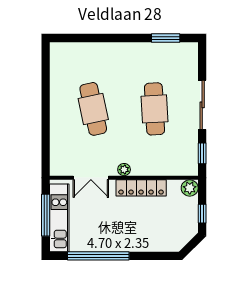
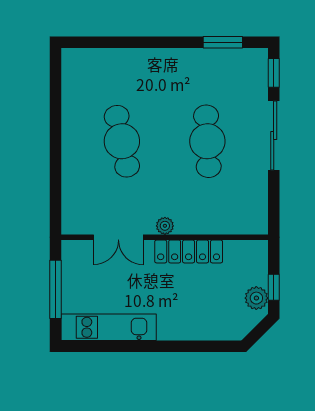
window: (202, 153) -> (274, 73), moved
plant: (190, 188) -> (256, 298), moved
kitchen unit: (59, 218) -> (109, 327), moved, turned -90
window: (98, 256) -> (129, 346), removed

